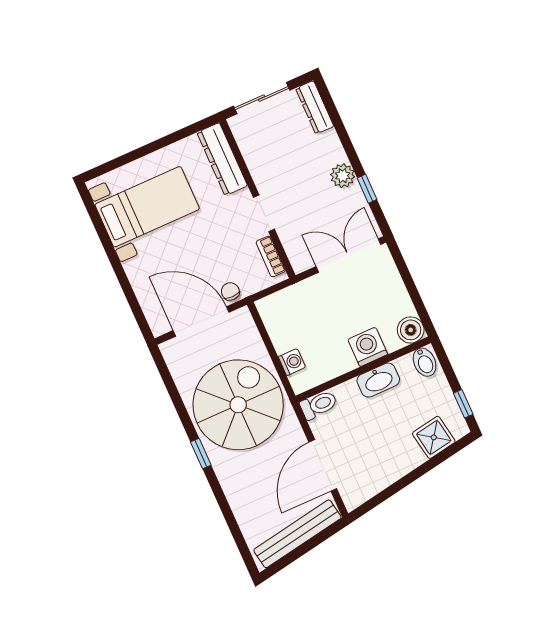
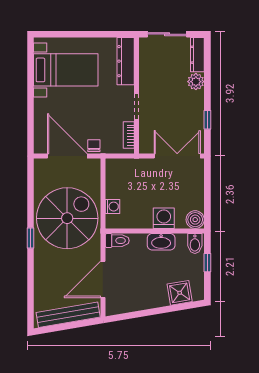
plant: (343, 176) -> (196, 82), moved
window: (463, 404) -> (207, 263), moved

